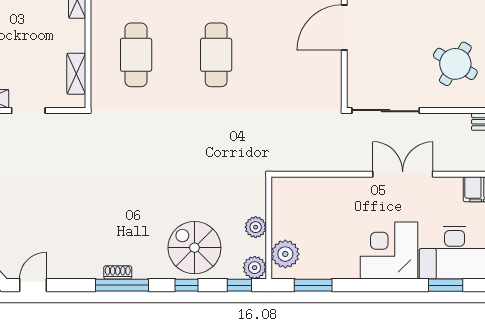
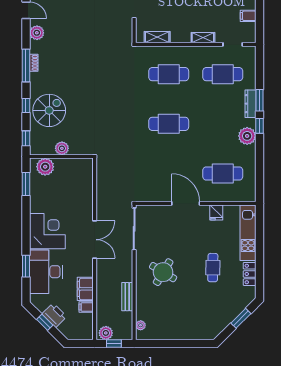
plant: (255, 268) -> (37, 33), moved

